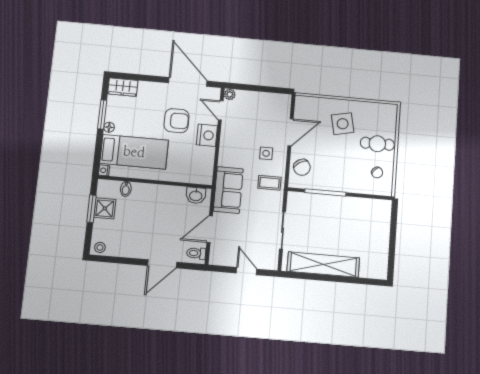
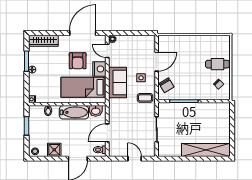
door: (188, 82) -> (83, 33), hinge flipped
wardrobe: (123, 87) -> (43, 41), width x1.50
armchair: (177, 121) -> (78, 61), turned 90
side table: (343, 124) -> (192, 52), removed
bed: (134, 152) -> (84, 87), moved, turned 180
sofa: (228, 190) -> (117, 82), moved
bathtub: (164, 195) -> (74, 112), added
shower: (105, 208) -> (54, 150), moved
shelving: (323, 265) -> (206, 150), moved

